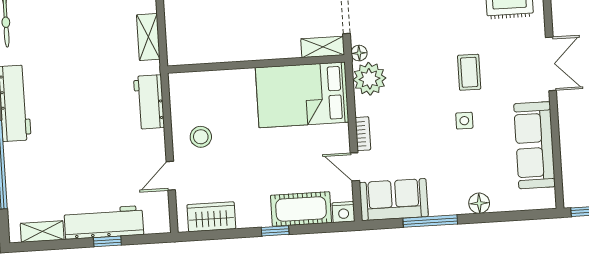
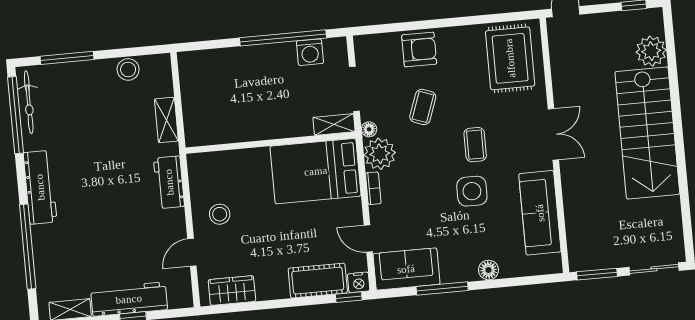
coffee table: (416, 31) -> (423, 107), added
side table: (464, 121) -> (472, 191), width x1.87, depth x1.87
bookcase: (363, 134) -> (373, 188), moved
window: (275, 231) -> (349, 297), moved

